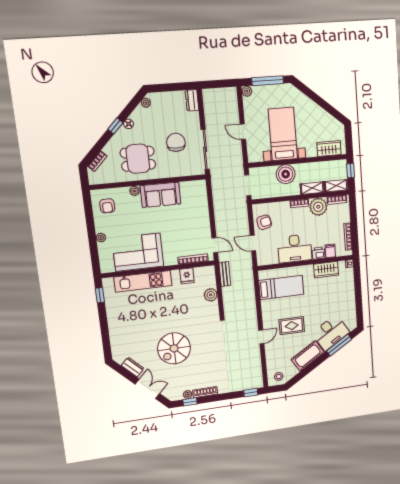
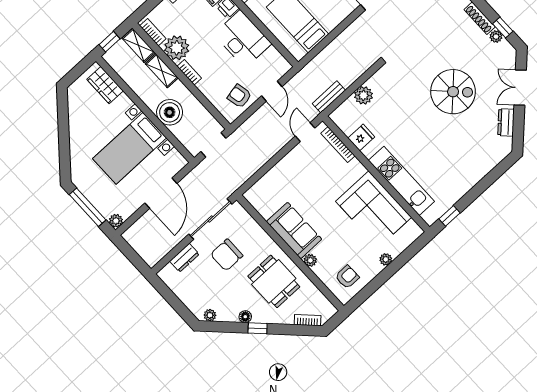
dresser: (192, 100) -> (184, 258), moved
door: (243, 132) -> (161, 193), width x1.88

